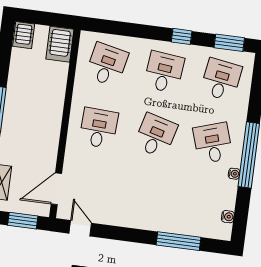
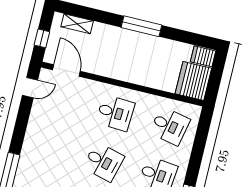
server rack: (60, 44) -> (193, 81), width x1.60
window: (23, 221) -> (42, 38), width x0.67

